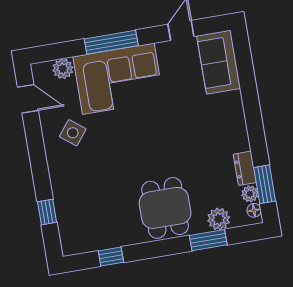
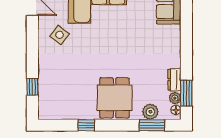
window: (208, 240) -> (152, 125), moved
window: (111, 257) -> (86, 125), moved

